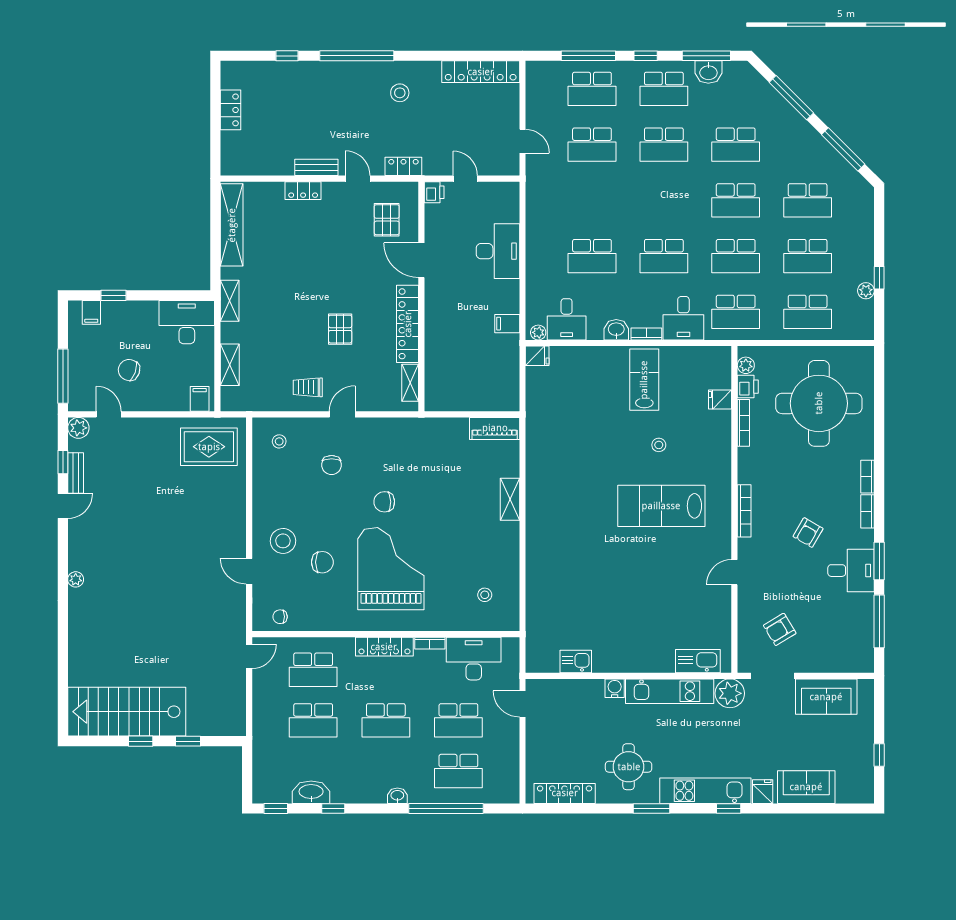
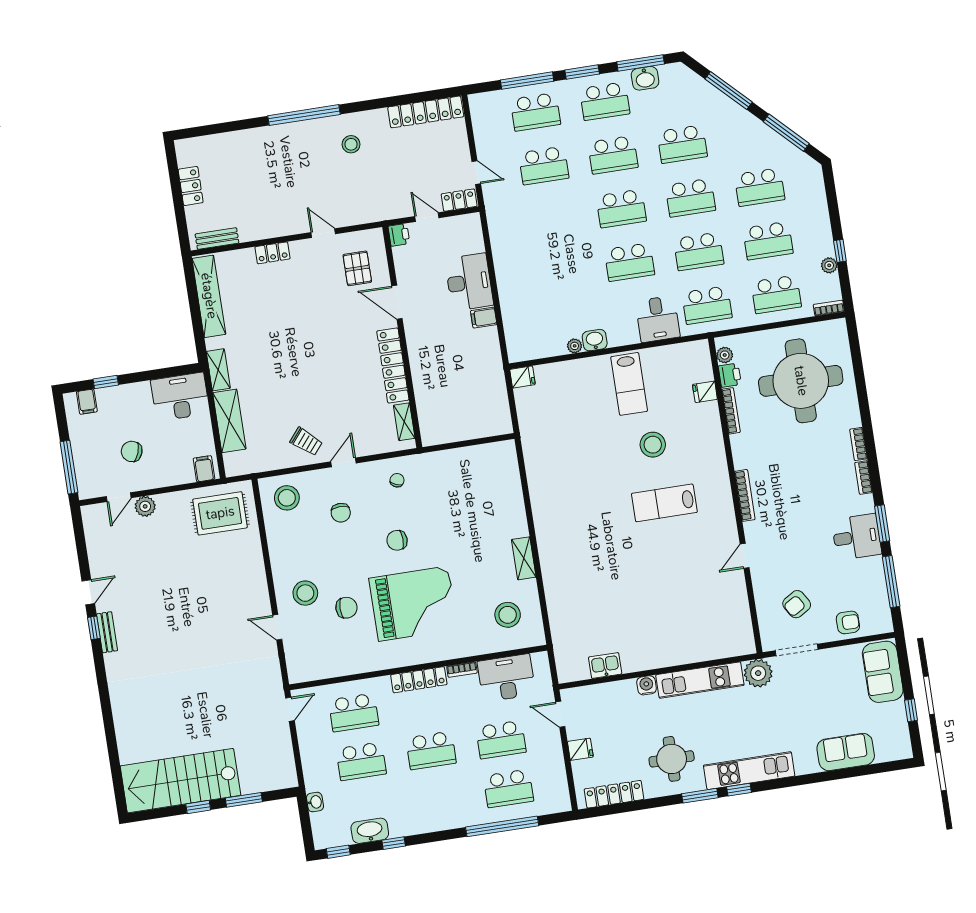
window: (287, 56) -> (237, 125), removed
window: (646, 56) -> (582, 72), width x1.50
locker: (403, 166) -> (459, 200), moved
bench: (316, 167) -> (217, 239), moved
school desk: (592, 256) -> (621, 208), moved
desk: (567, 319) -> (545, 337), removed
filing cabinet: (507, 324) -> (484, 318), moved
pallet: (340, 329) -> (329, 381), removed
plant: (538, 332) -> (575, 346), moved
bookcase: (646, 334) -> (829, 308), moved
shelving: (230, 365) -> (229, 421), width x1.50, depth x1.33
lab bench: (644, 380) -> (629, 384), turned 180
trolley: (308, 387) -> (306, 442), turned -140
door: (109, 414) -> (119, 497), swing flipped
plant: (78, 428) -> (145, 506), moved
piano: (495, 428) -> (492, 453), removed
stool: (279, 441) -> (287, 498), width x1.89, depth x1.89
stool: (659, 445) -> (653, 445), width x1.89, depth x1.89
window: (63, 462) -> (94, 628), moved
bench: (76, 473) -> (107, 632), moved
shelving: (510, 499) -> (524, 558), moved
lab bench: (661, 506) -> (664, 503), width x0.73, depth x0.72
armchair: (808, 533) -> (848, 622), moved, turned -120
grand piano: (391, 569) -> (413, 604), turned 90
plant: (76, 579) -> (112, 661), removed
stool: (485, 595) -> (508, 615), width x1.89, depth x1.89
chair: (280, 617) -> (397, 480), moved, turned 112
kitchen sink: (698, 661) -> (723, 647), removed
sofa: (826, 697) -> (883, 672), moved, turned 90
window: (188, 741) -> (244, 800), width x1.50
fridge: (763, 792) -> (580, 749), moved, turned 90
washbasin: (397, 796) -> (315, 802), moved, turned 90
window: (729, 809) -> (739, 790), moved

